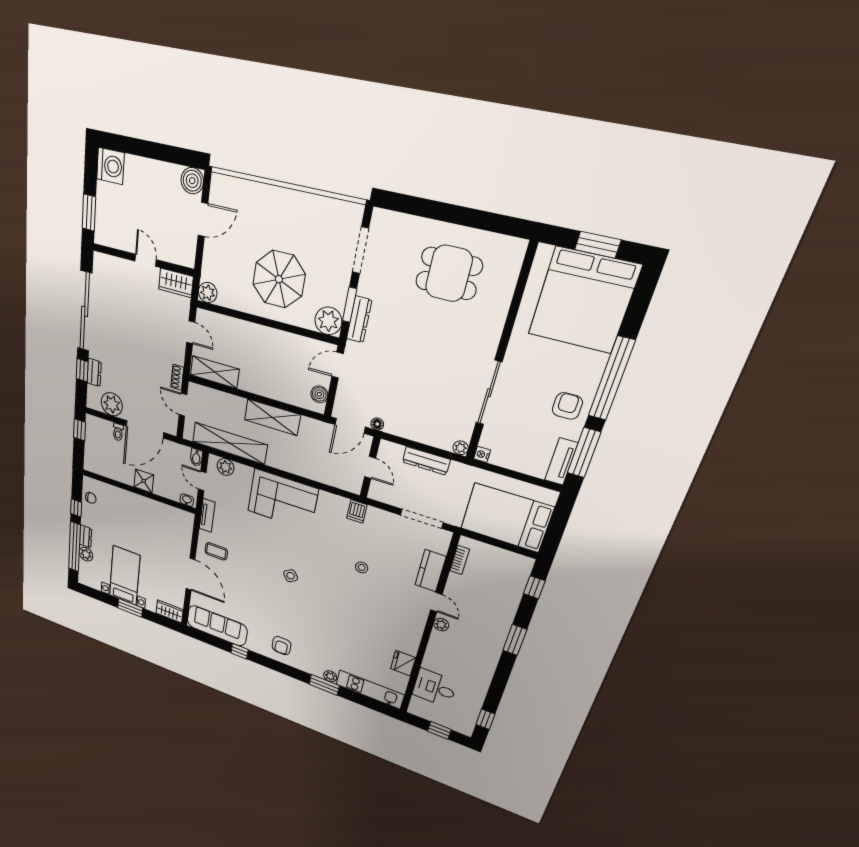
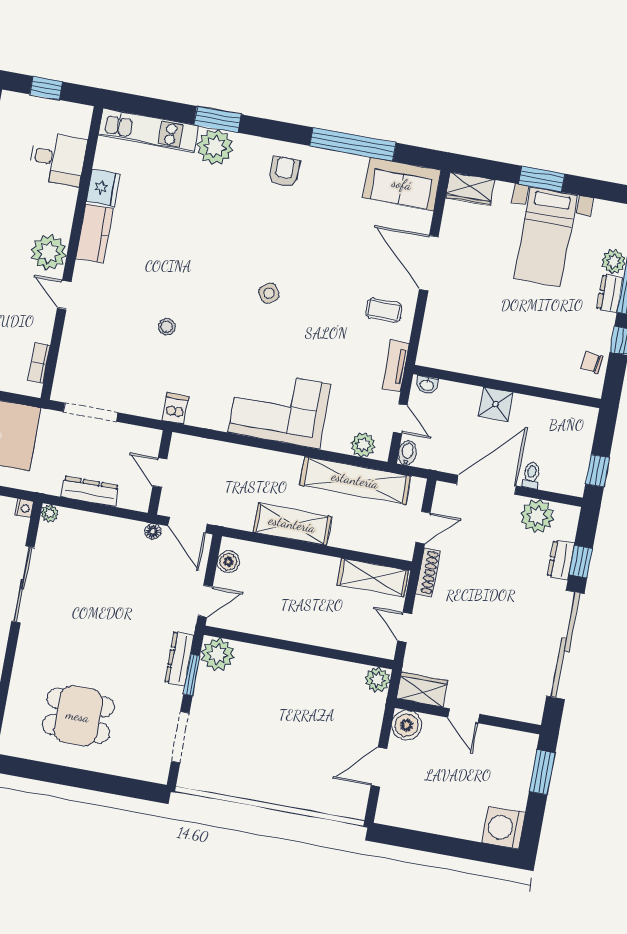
boiler: (192, 181) -> (407, 725), moved
parasol: (279, 279) -> (281, 700), removed
shoe rack: (177, 377) -> (428, 572), width x1.43
door: (183, 405) -> (423, 528), hinge flipped
door: (350, 426) -> (187, 525), swing flipped
kitchen counter: (430, 571) -> (94, 233), moved
plant: (441, 625) -> (49, 252), width x1.87, depth x1.87
sofa: (217, 626) -> (402, 184), width x0.73
window: (240, 651) -> (353, 144), width x3.17
plant: (330, 676) -> (215, 147), width x1.88, depth x1.88

